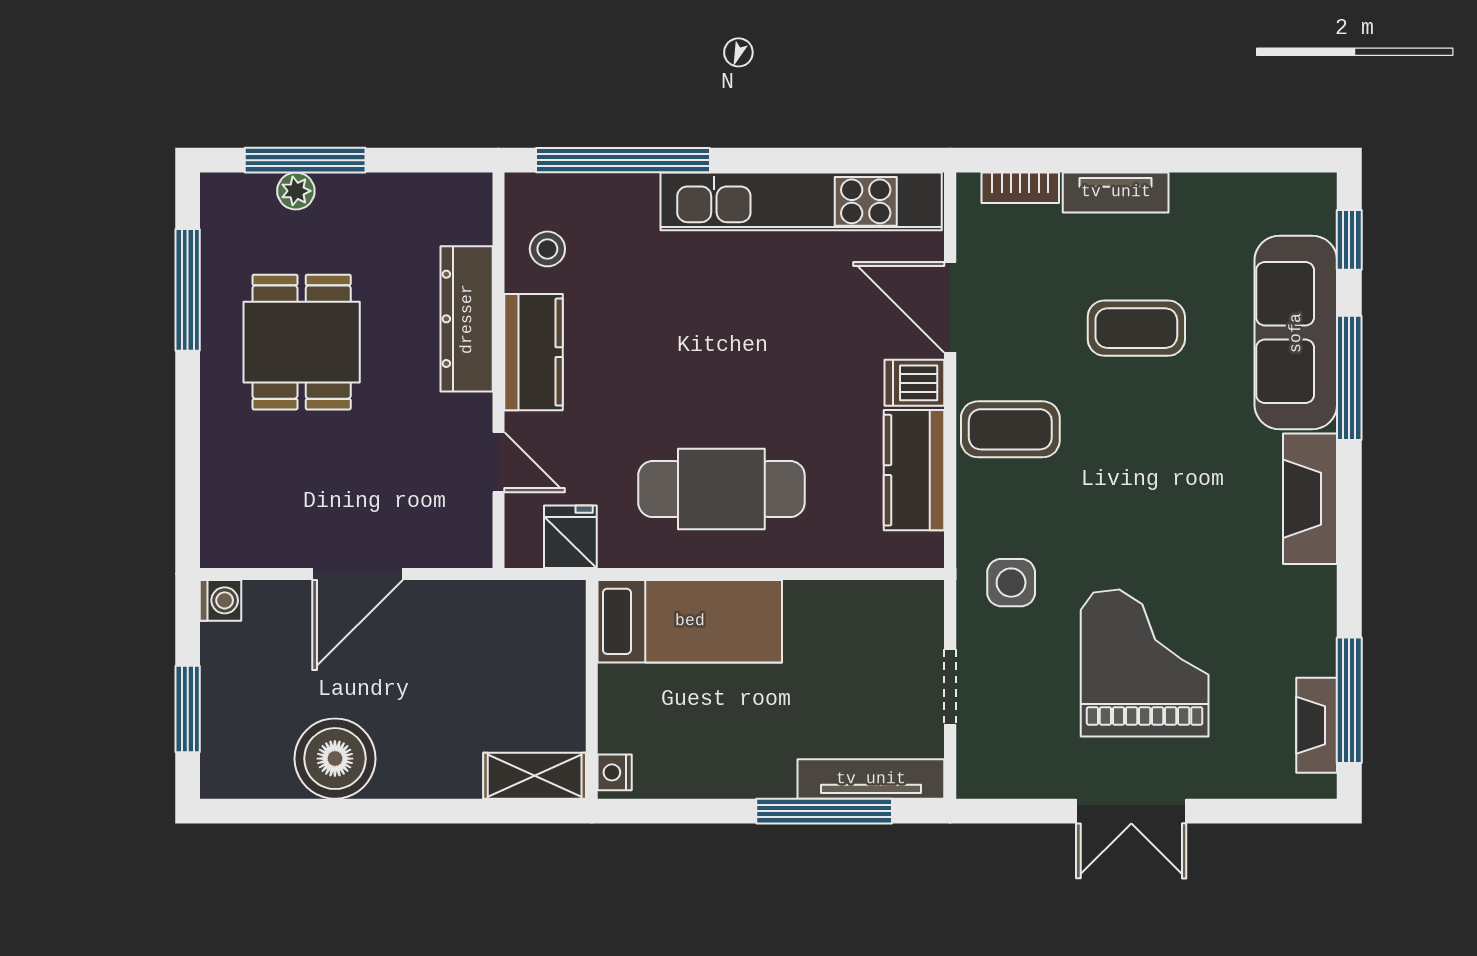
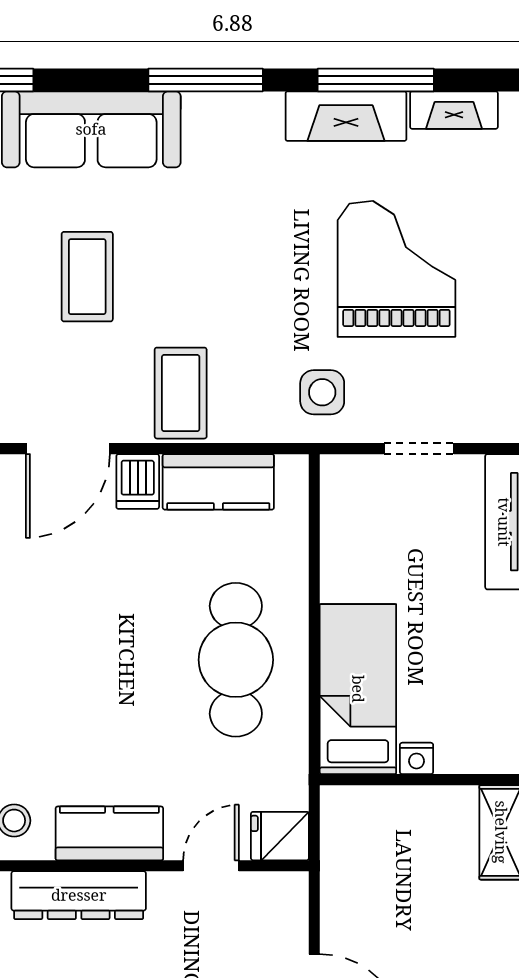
window: (1349, 378) -> (206, 80), moved
fireplace: (1310, 499) -> (346, 116), moved
fridge: (570, 537) -> (280, 836), moved
grand piano: (1145, 663) -> (396, 269), turned 90
window: (1349, 700) -> (376, 80), moved
nightstand: (615, 772) -> (416, 758), moved

